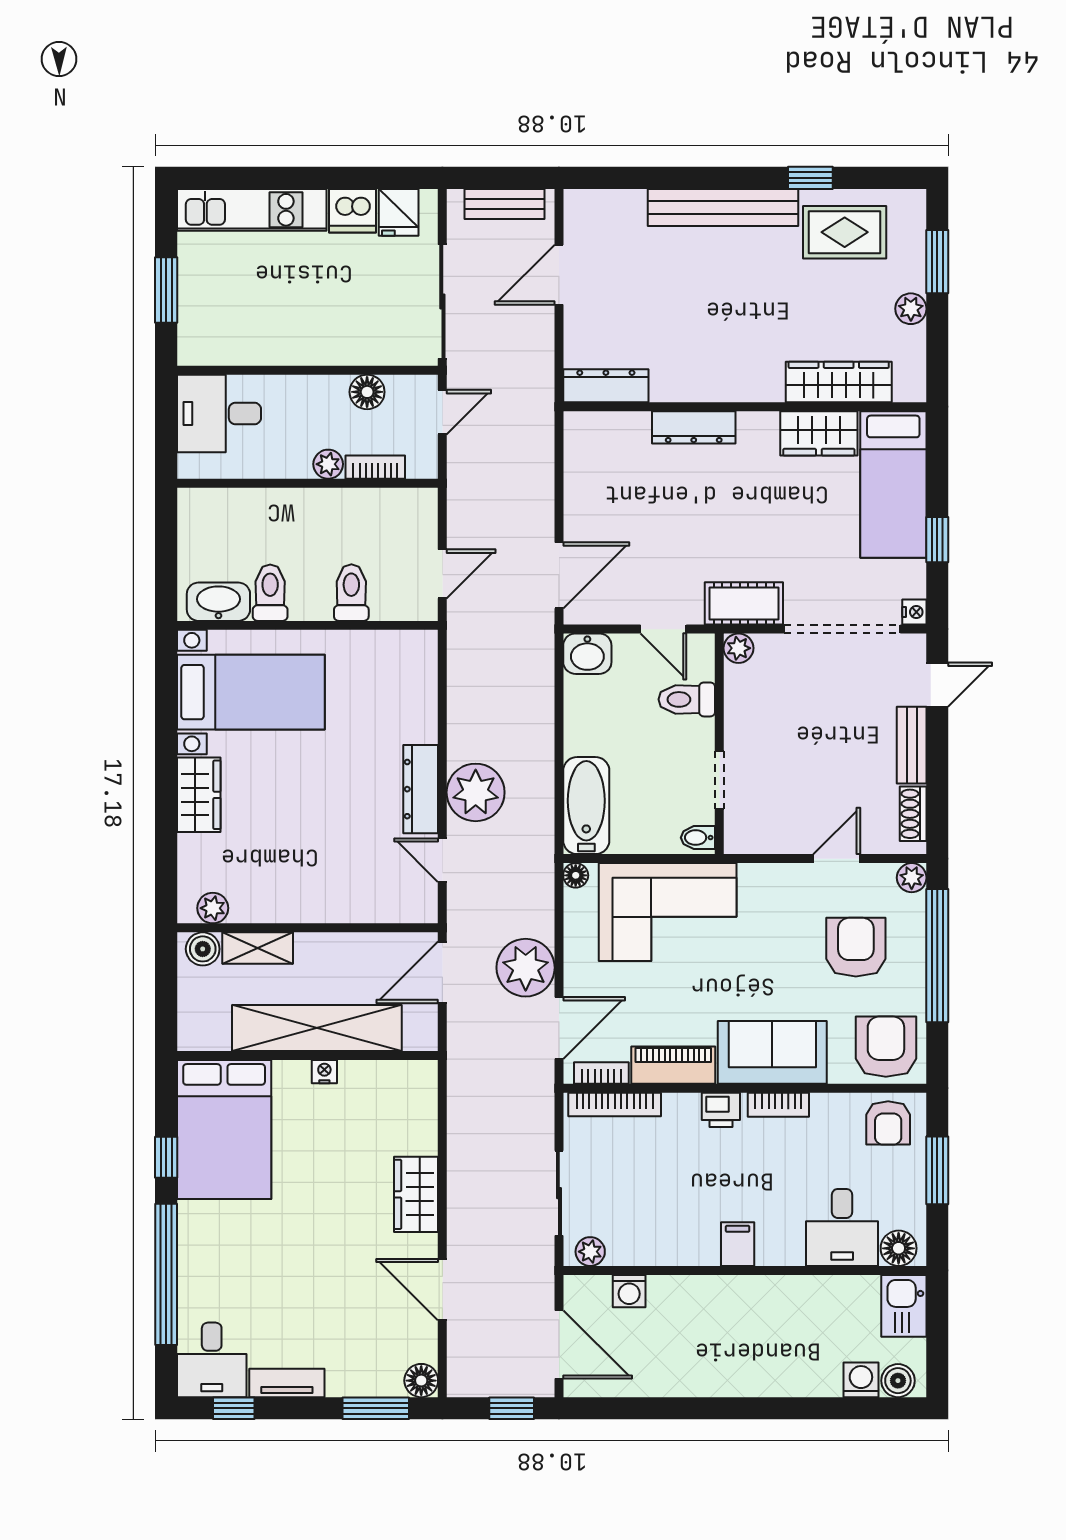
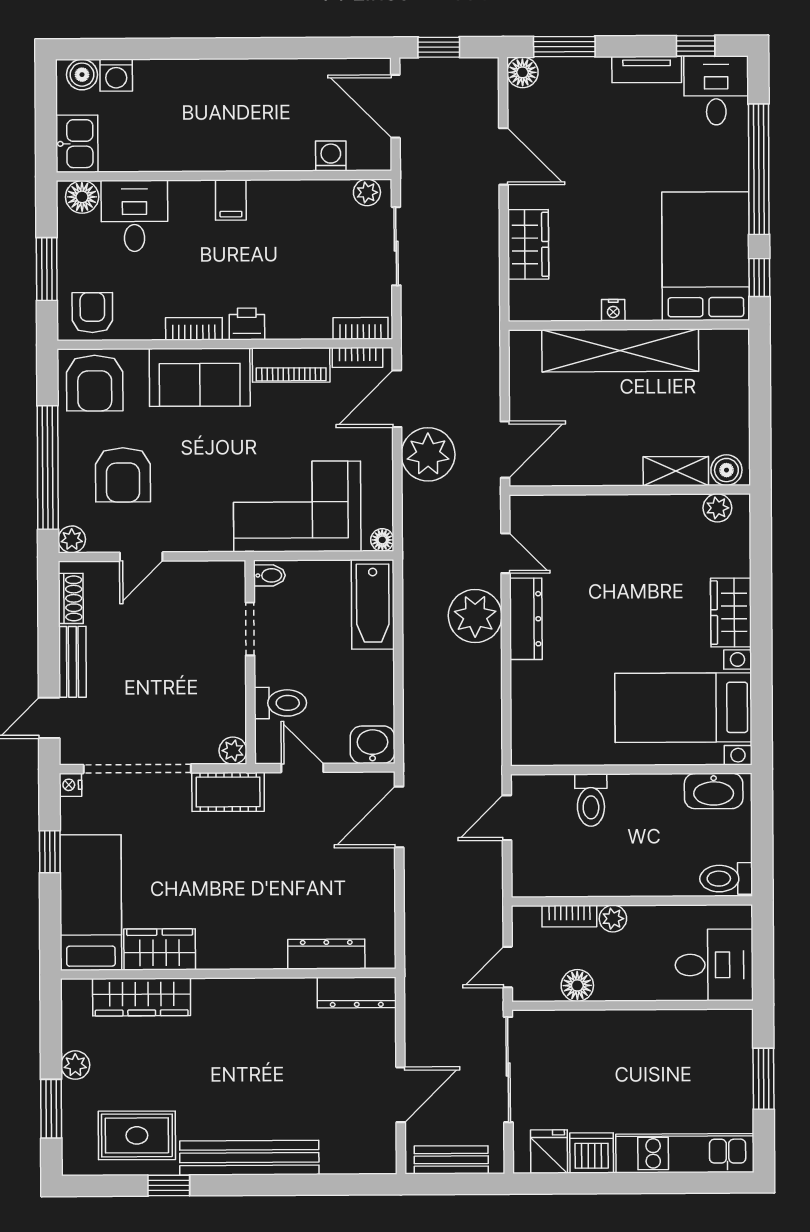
dresser: (694, 427) -> (326, 954), moved
toilet: (270, 593) -> (726, 879), moved, turned 90
shelving: (317, 1028) -> (620, 350), moved
wall: (307, 1055) -> (629, 325), moved
nightstand: (324, 1072) -> (613, 310), moved
bookcase: (615, 1104) -> (361, 328), width x0.64
bed: (224, 1129) -> (706, 256), moved

